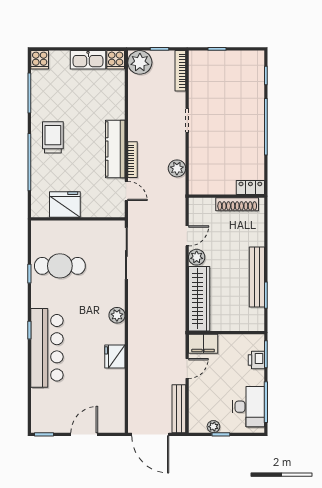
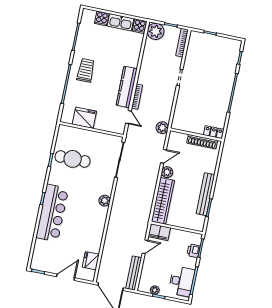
cooker: (40, 60) -> (102, 18), moved
plant: (177, 168) -> (162, 128), moved
fridge: (115, 356) -> (91, 261), moved

